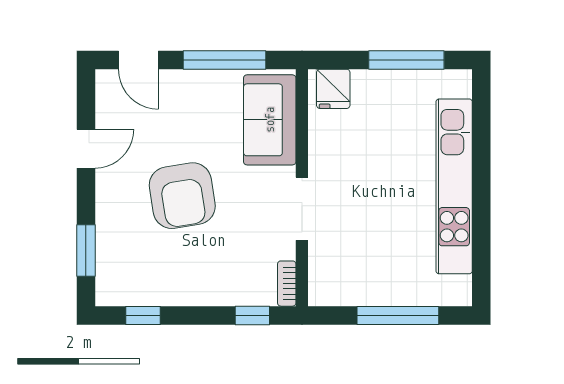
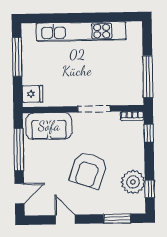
armchair: (182, 196) -> (88, 170), turned 118
plant: (157, 283) -> (133, 182), added
window: (398, 315) -> (148, 77), moved

